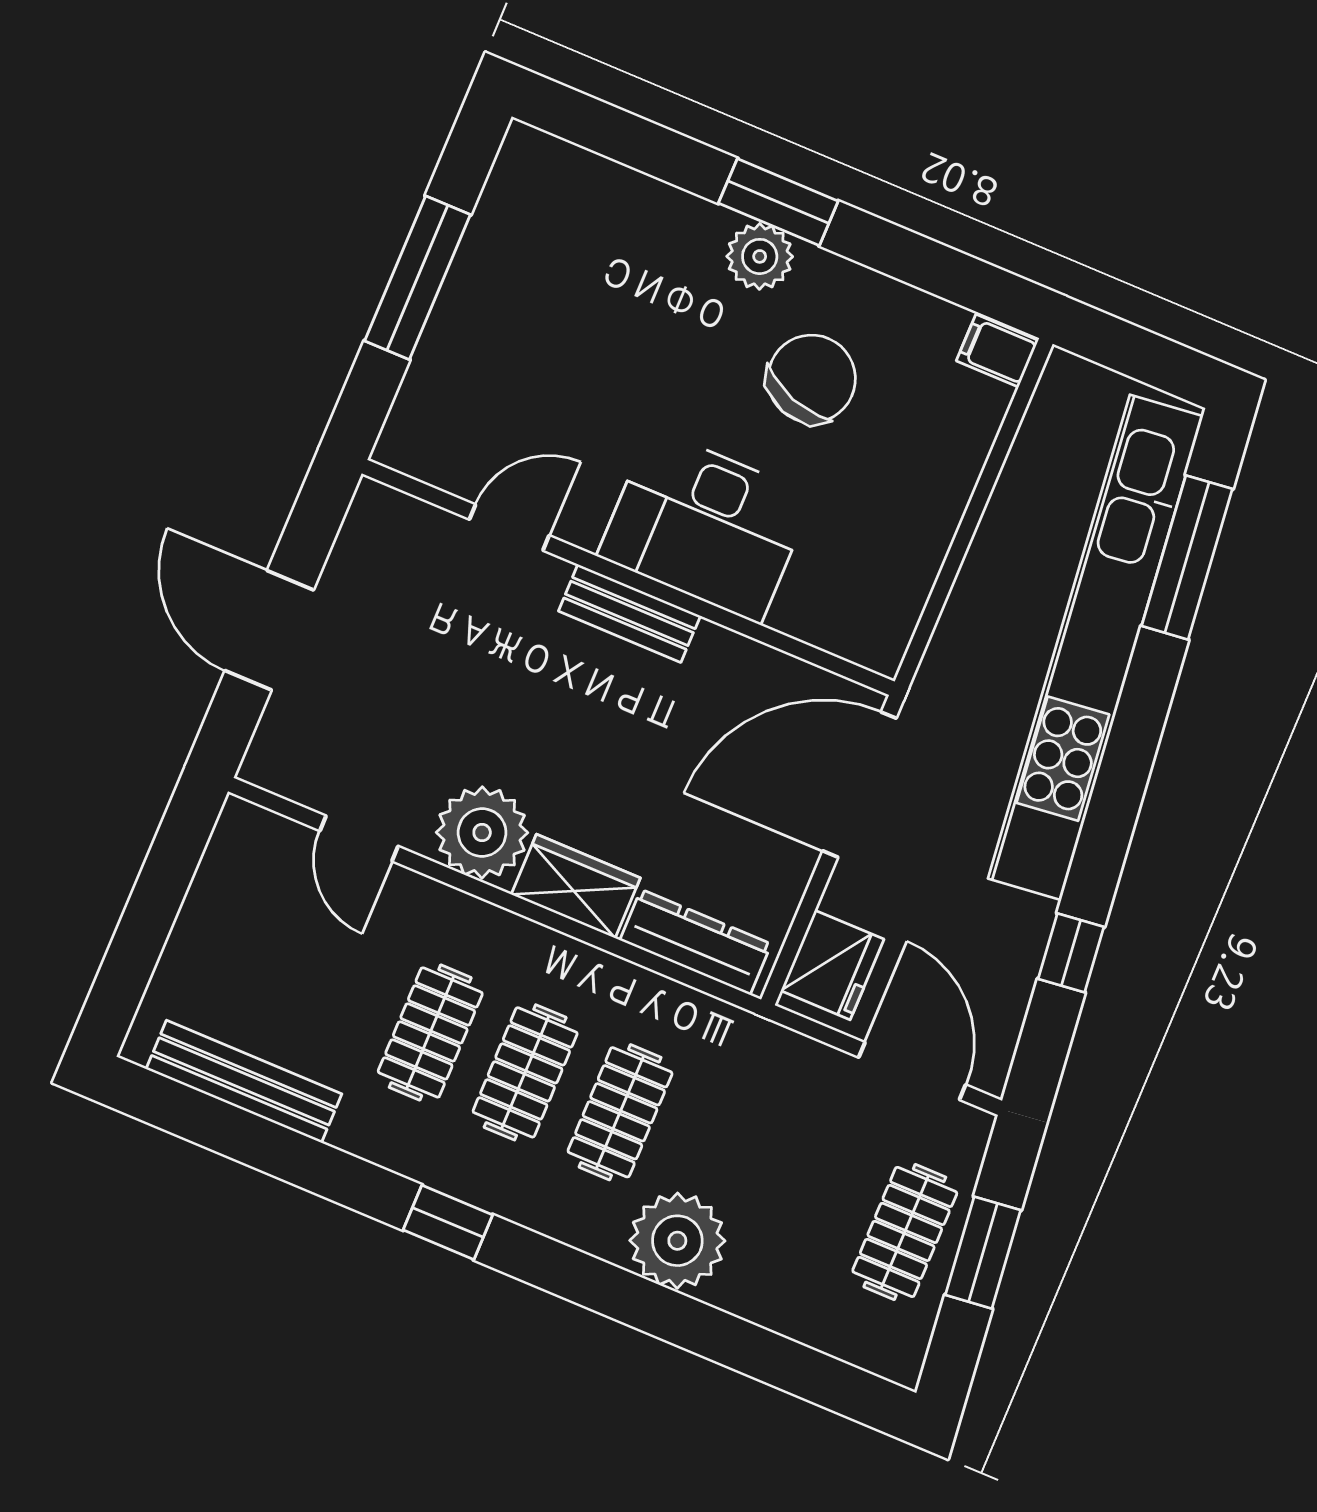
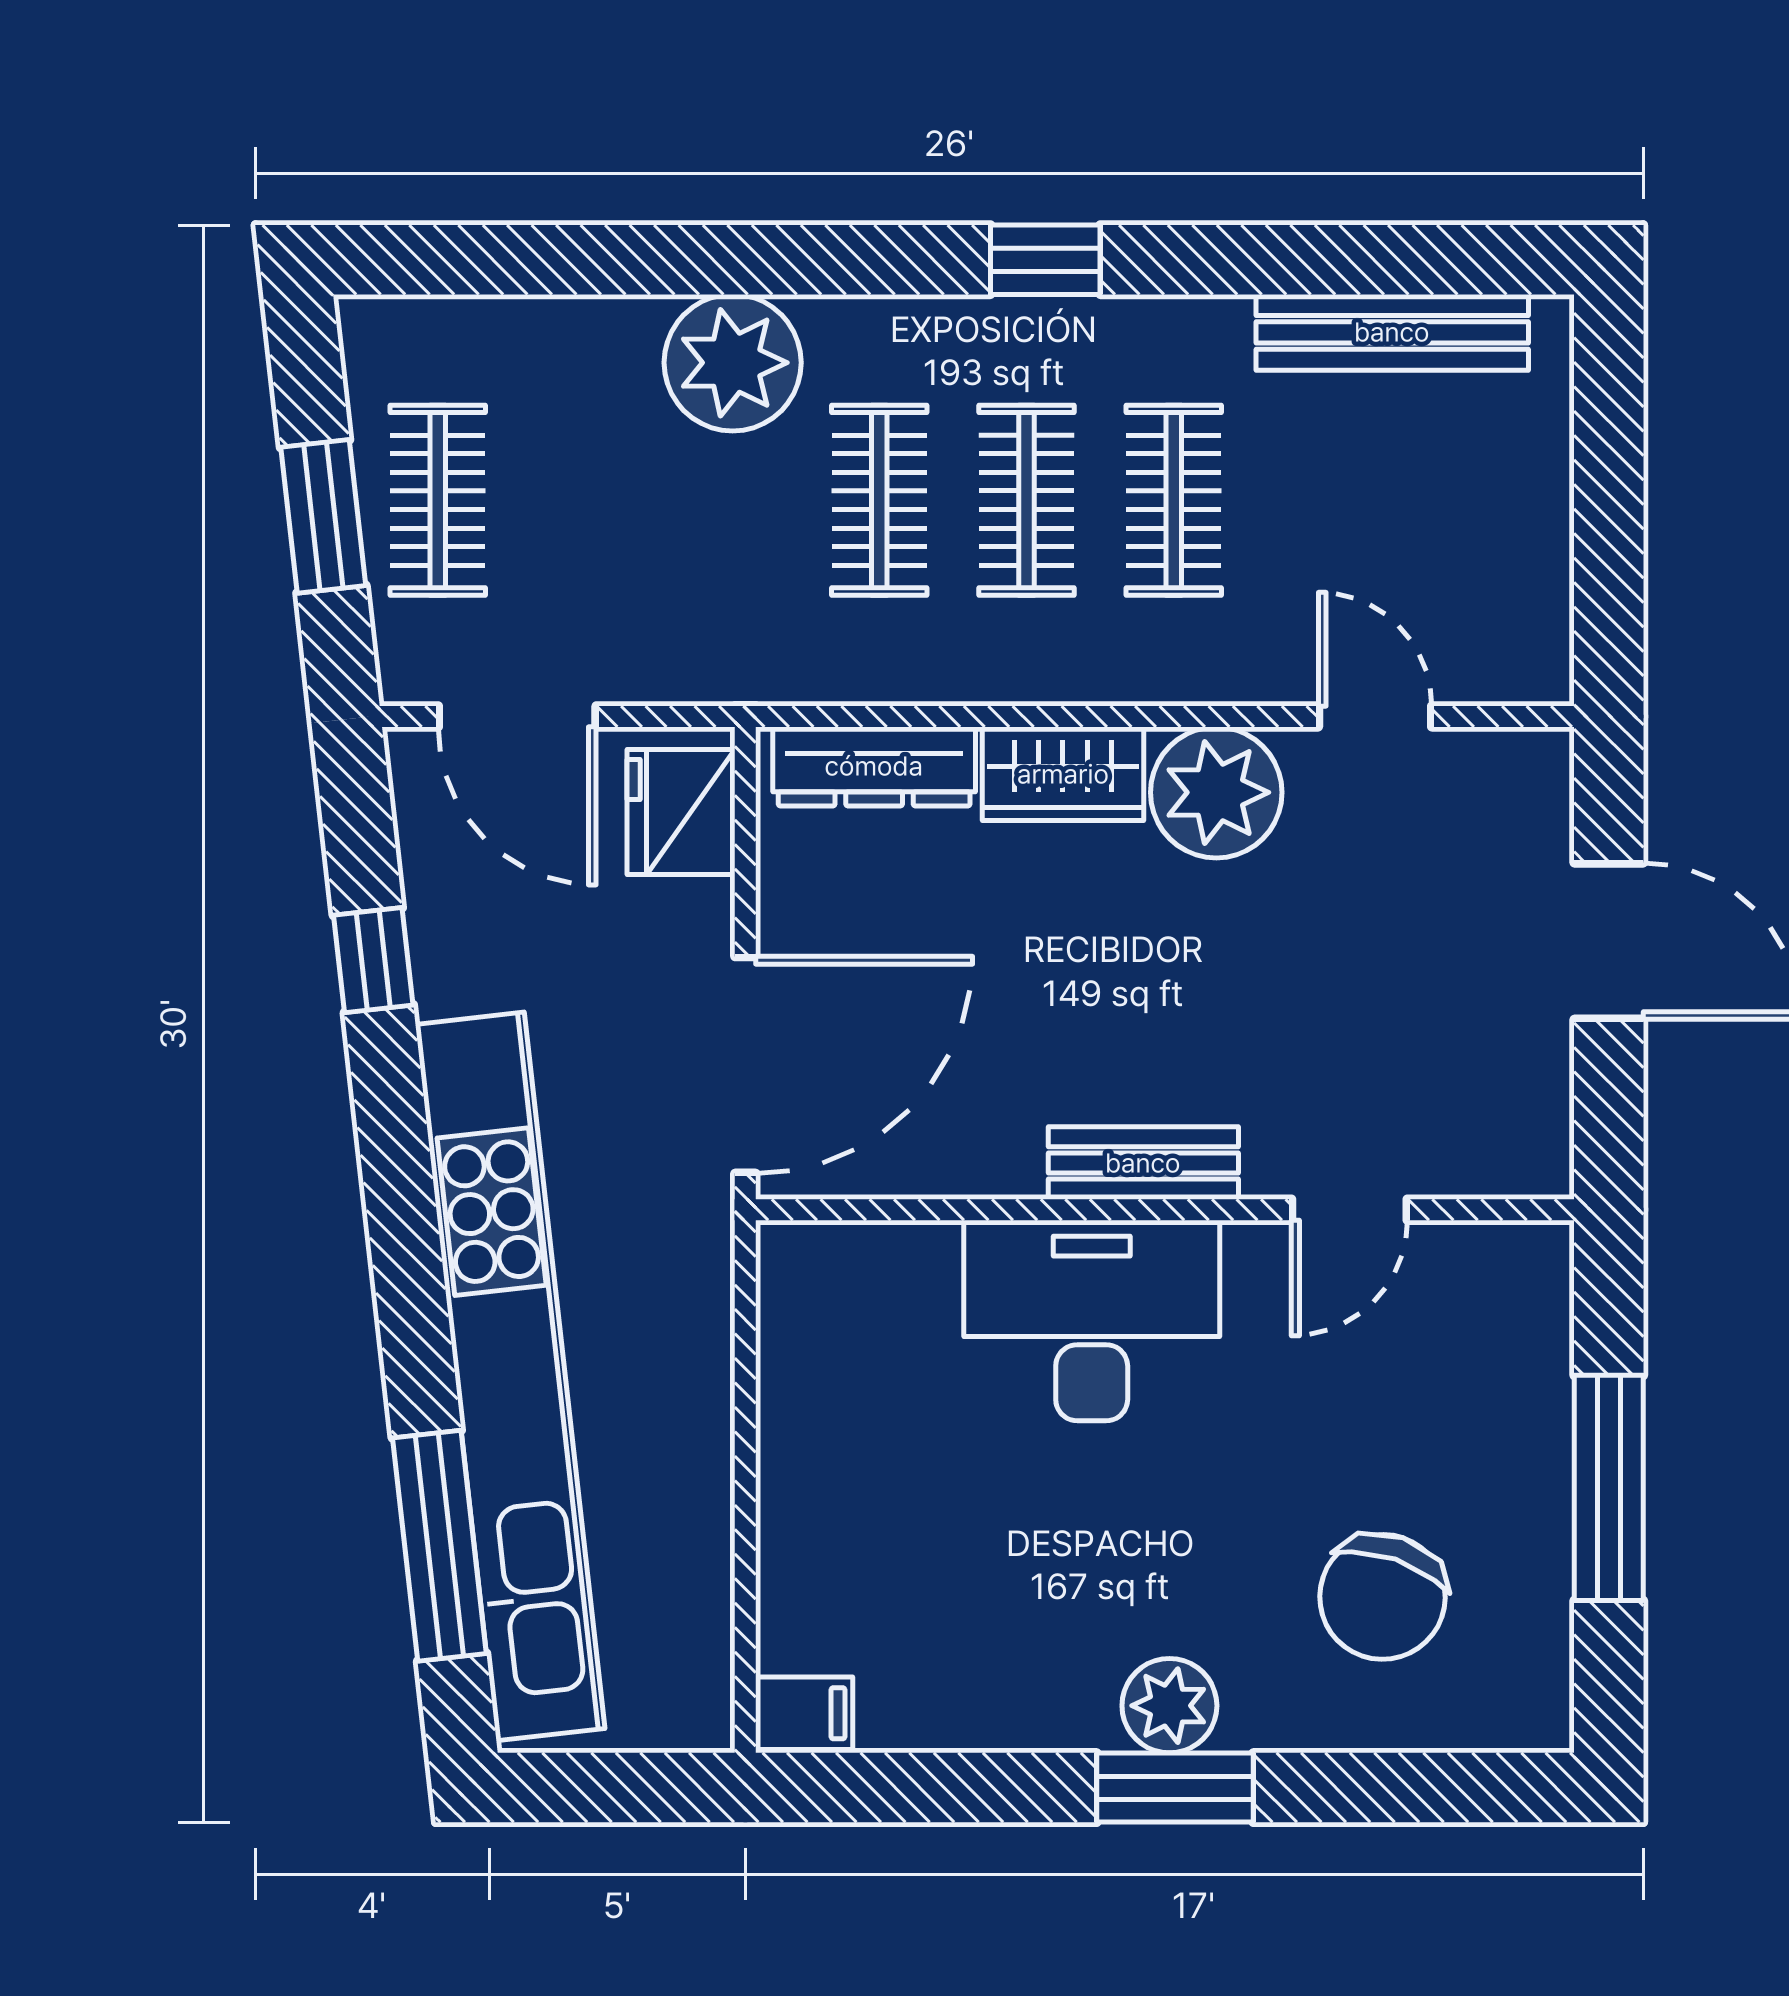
chair: (812, 379) -> (1382, 1597), moved

